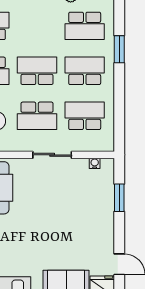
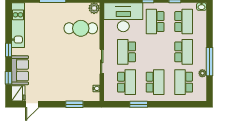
window: (119, 49) -> (139, 104), moved
school desk: (37, 71) -> (184, 52), moved

